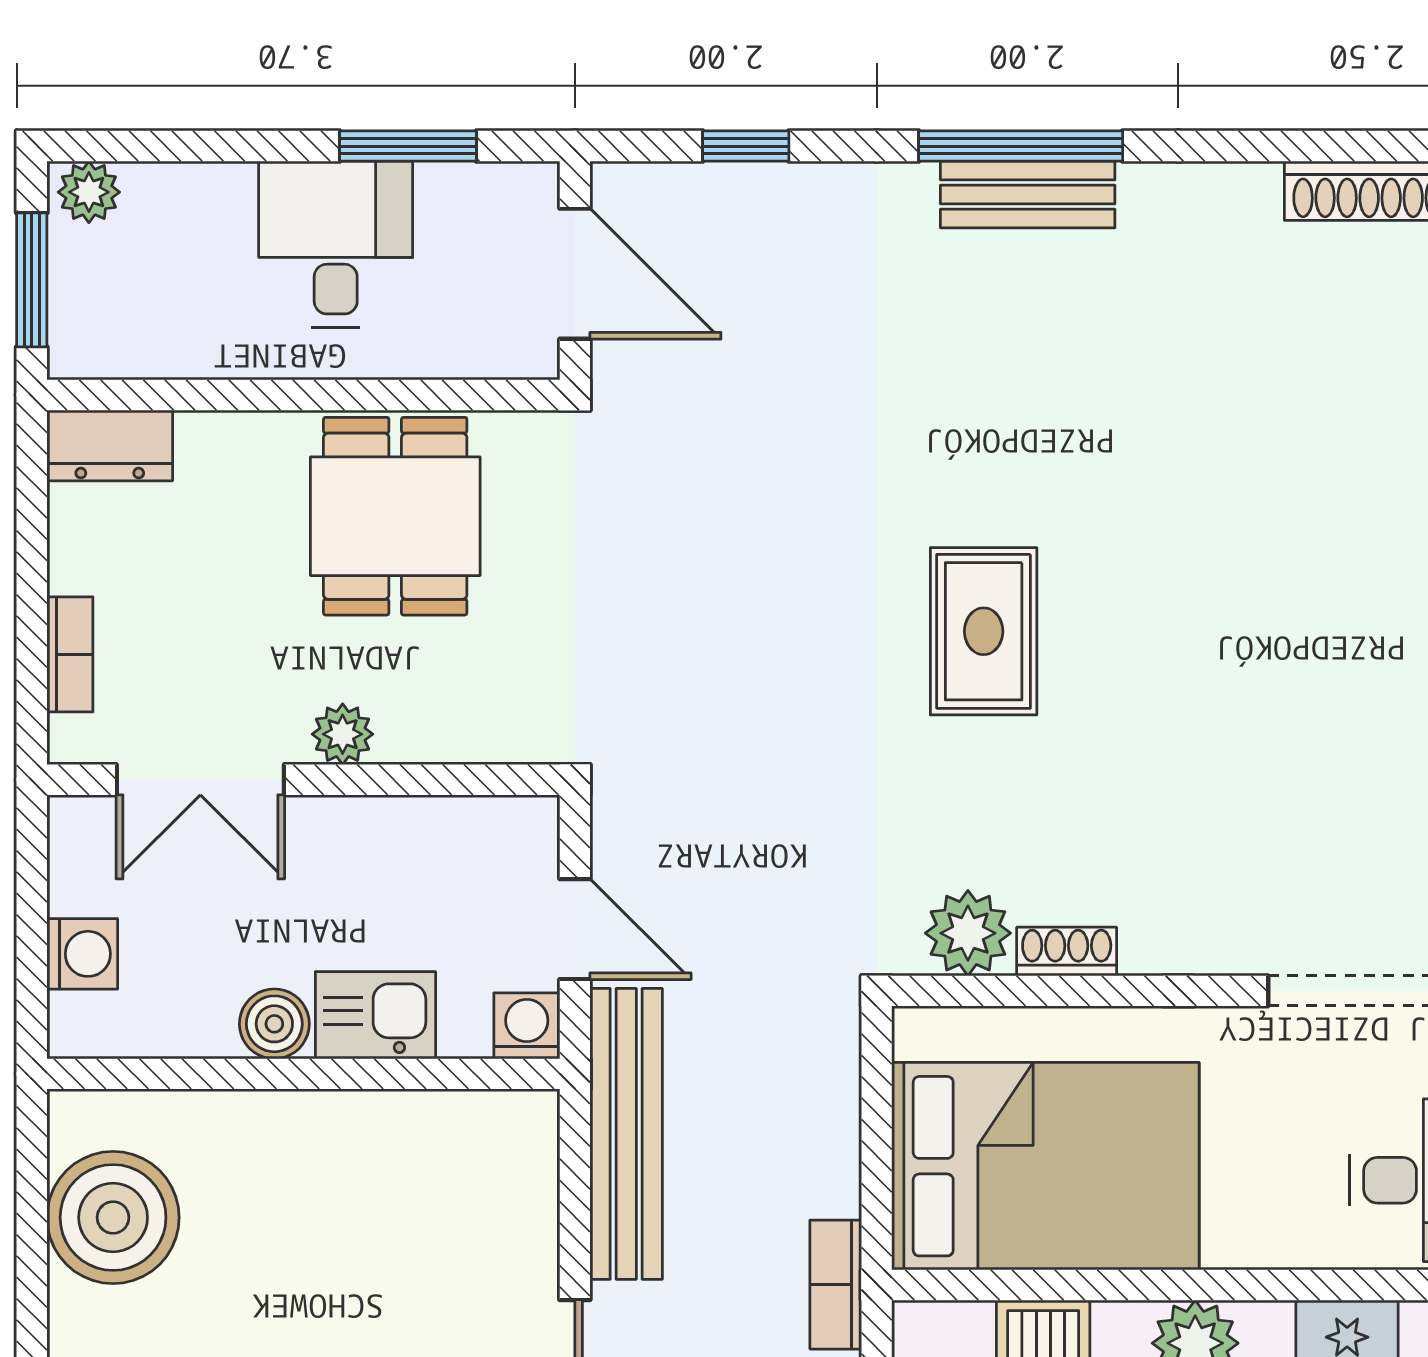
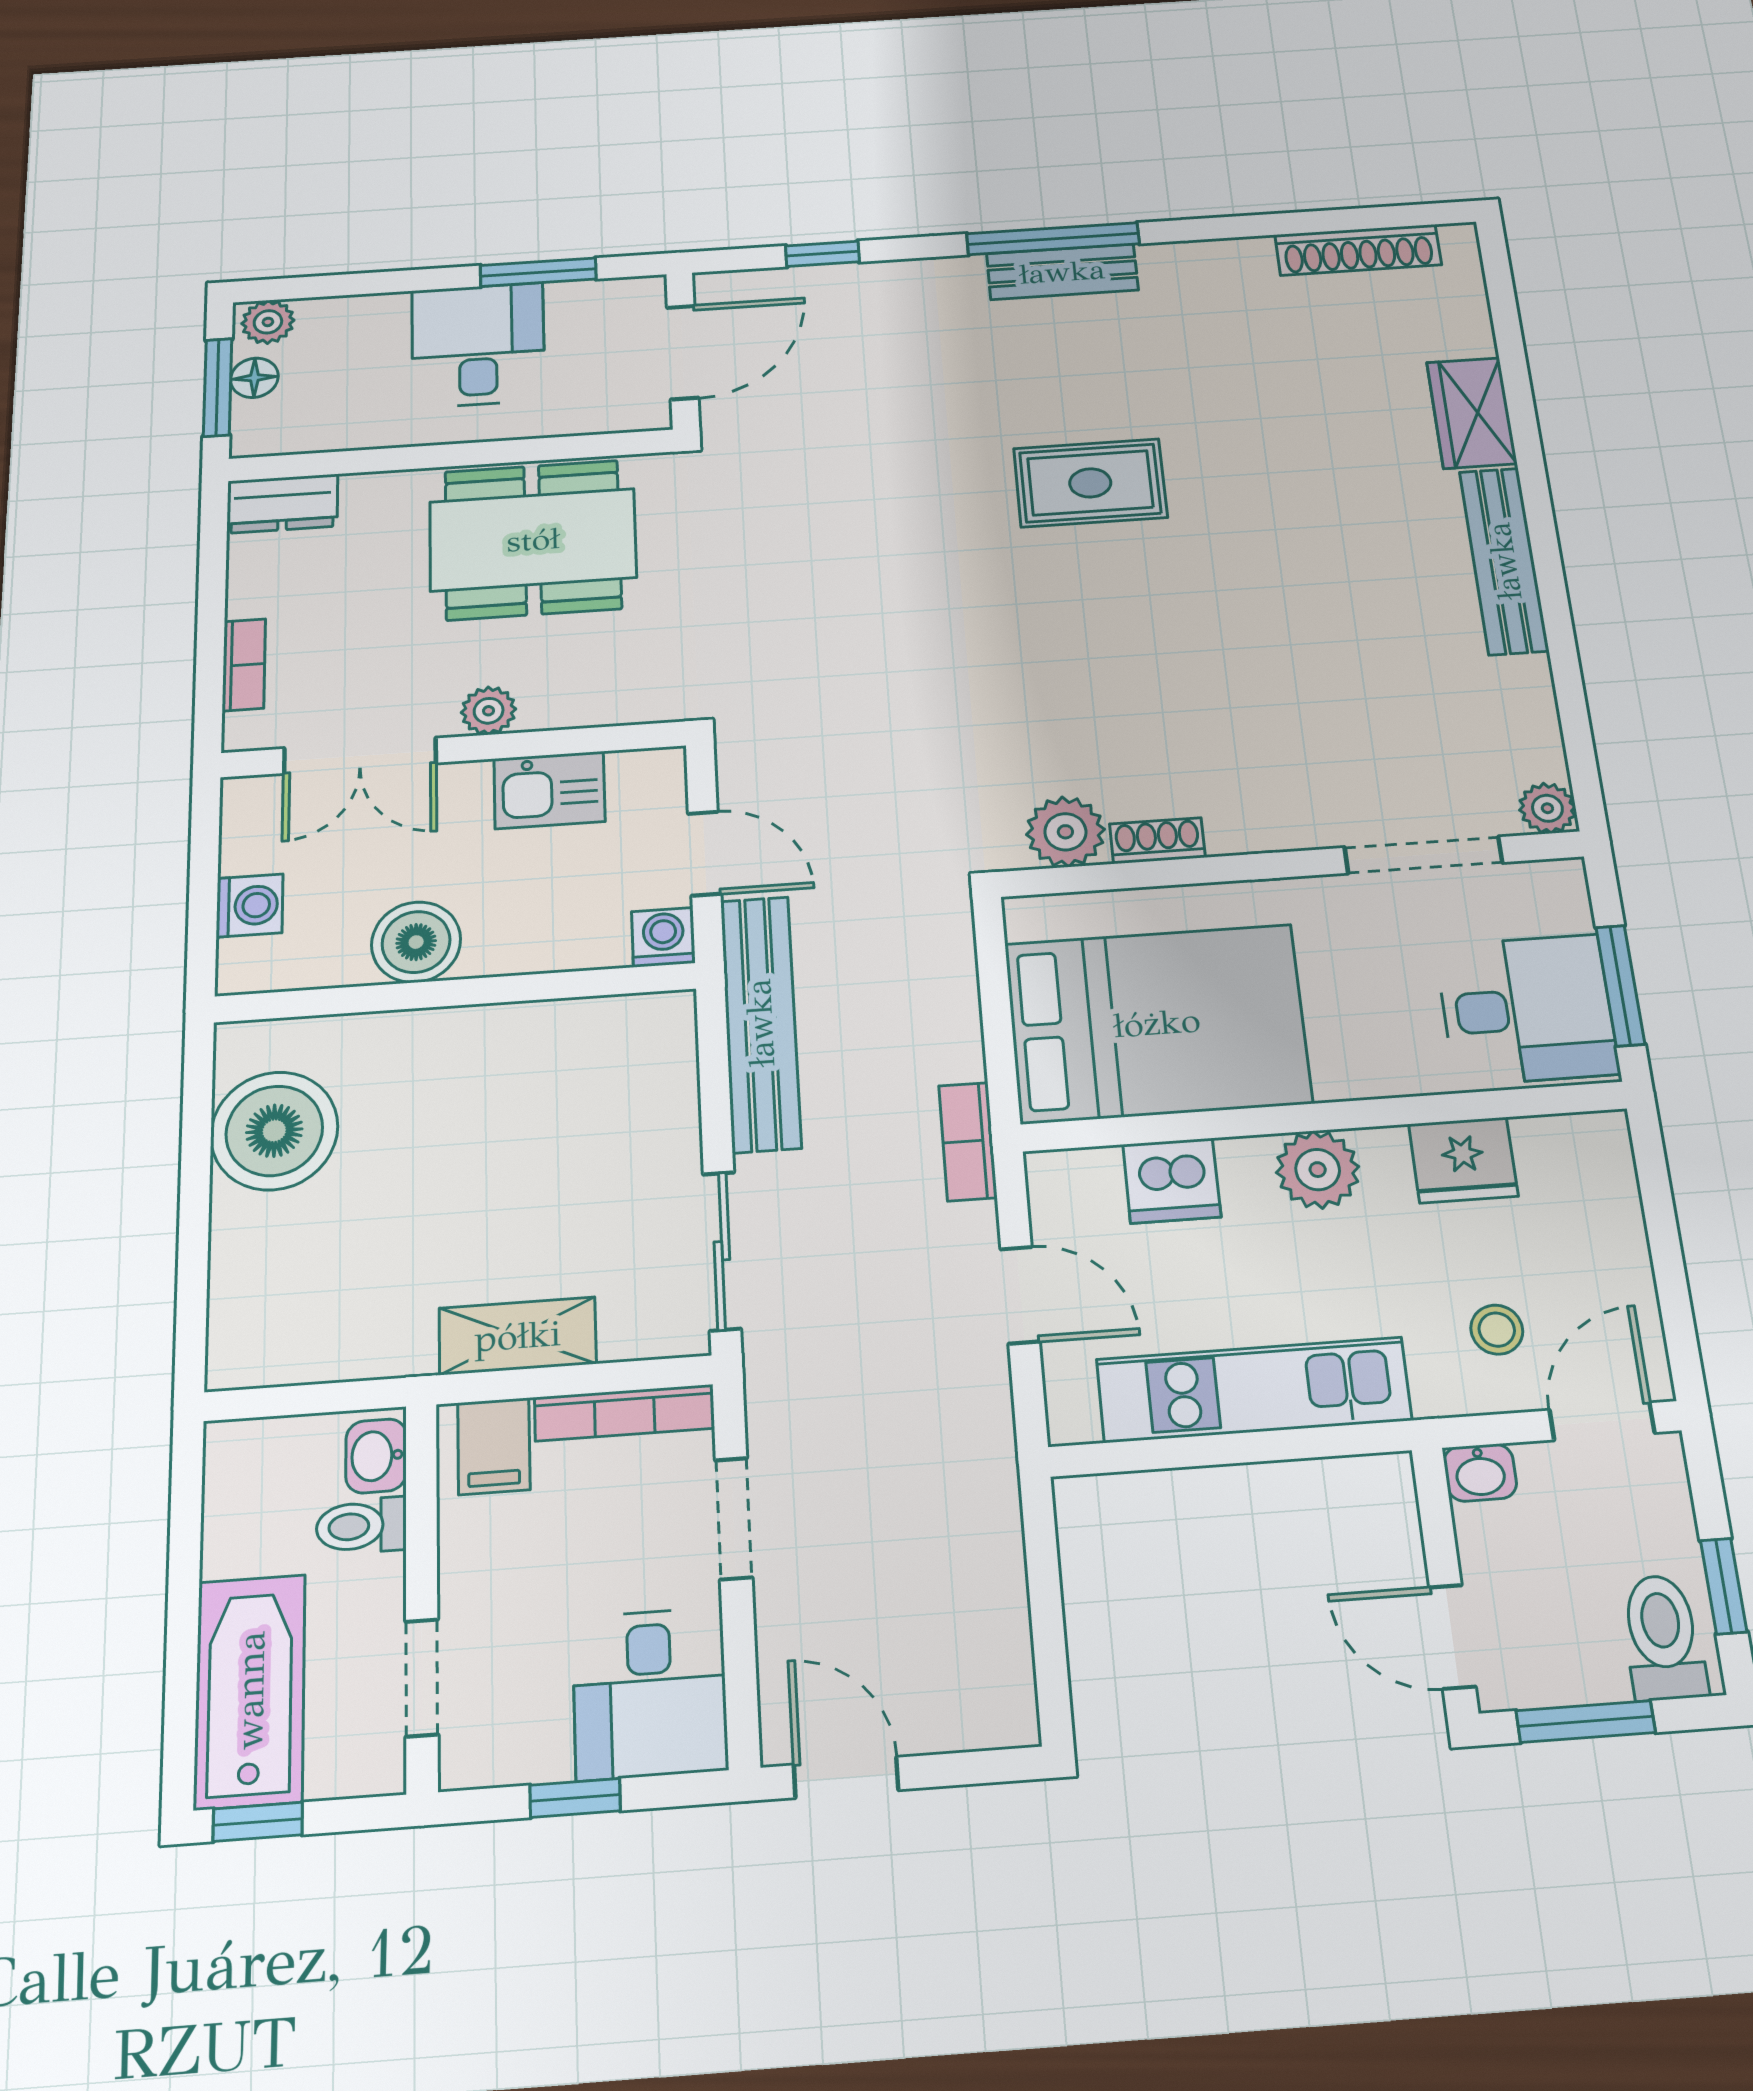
floor lamp: (74, 270) -> (254, 378), added
door: (575, 274) -> (683, 352), hinge flipped
dining table: (395, 516) -> (533, 540), width x1.38
rug: (984, 631) -> (1090, 483), moved, turned 90
kitchen sink: (375, 1015) -> (549, 790), moved, turned 180
boiler: (274, 1024) -> (416, 942), width x1.36, depth x1.36

